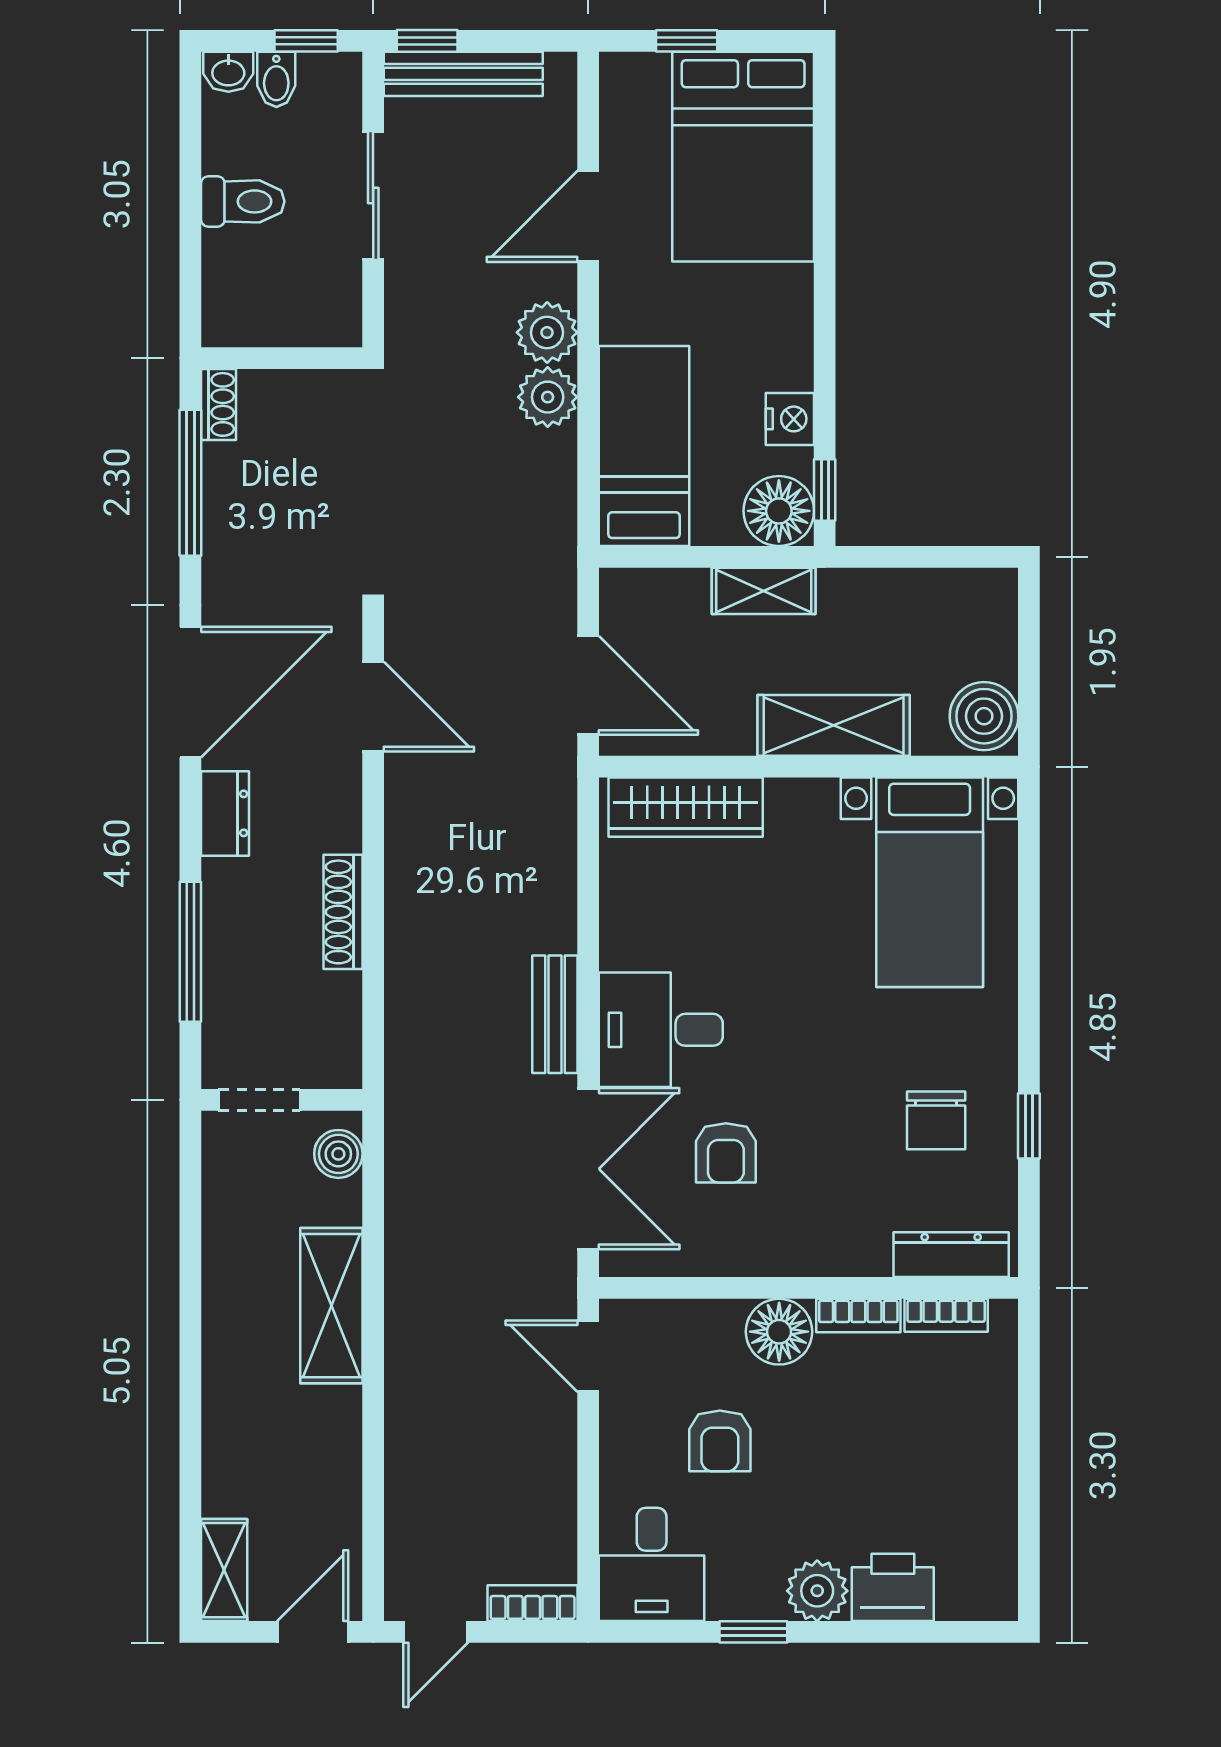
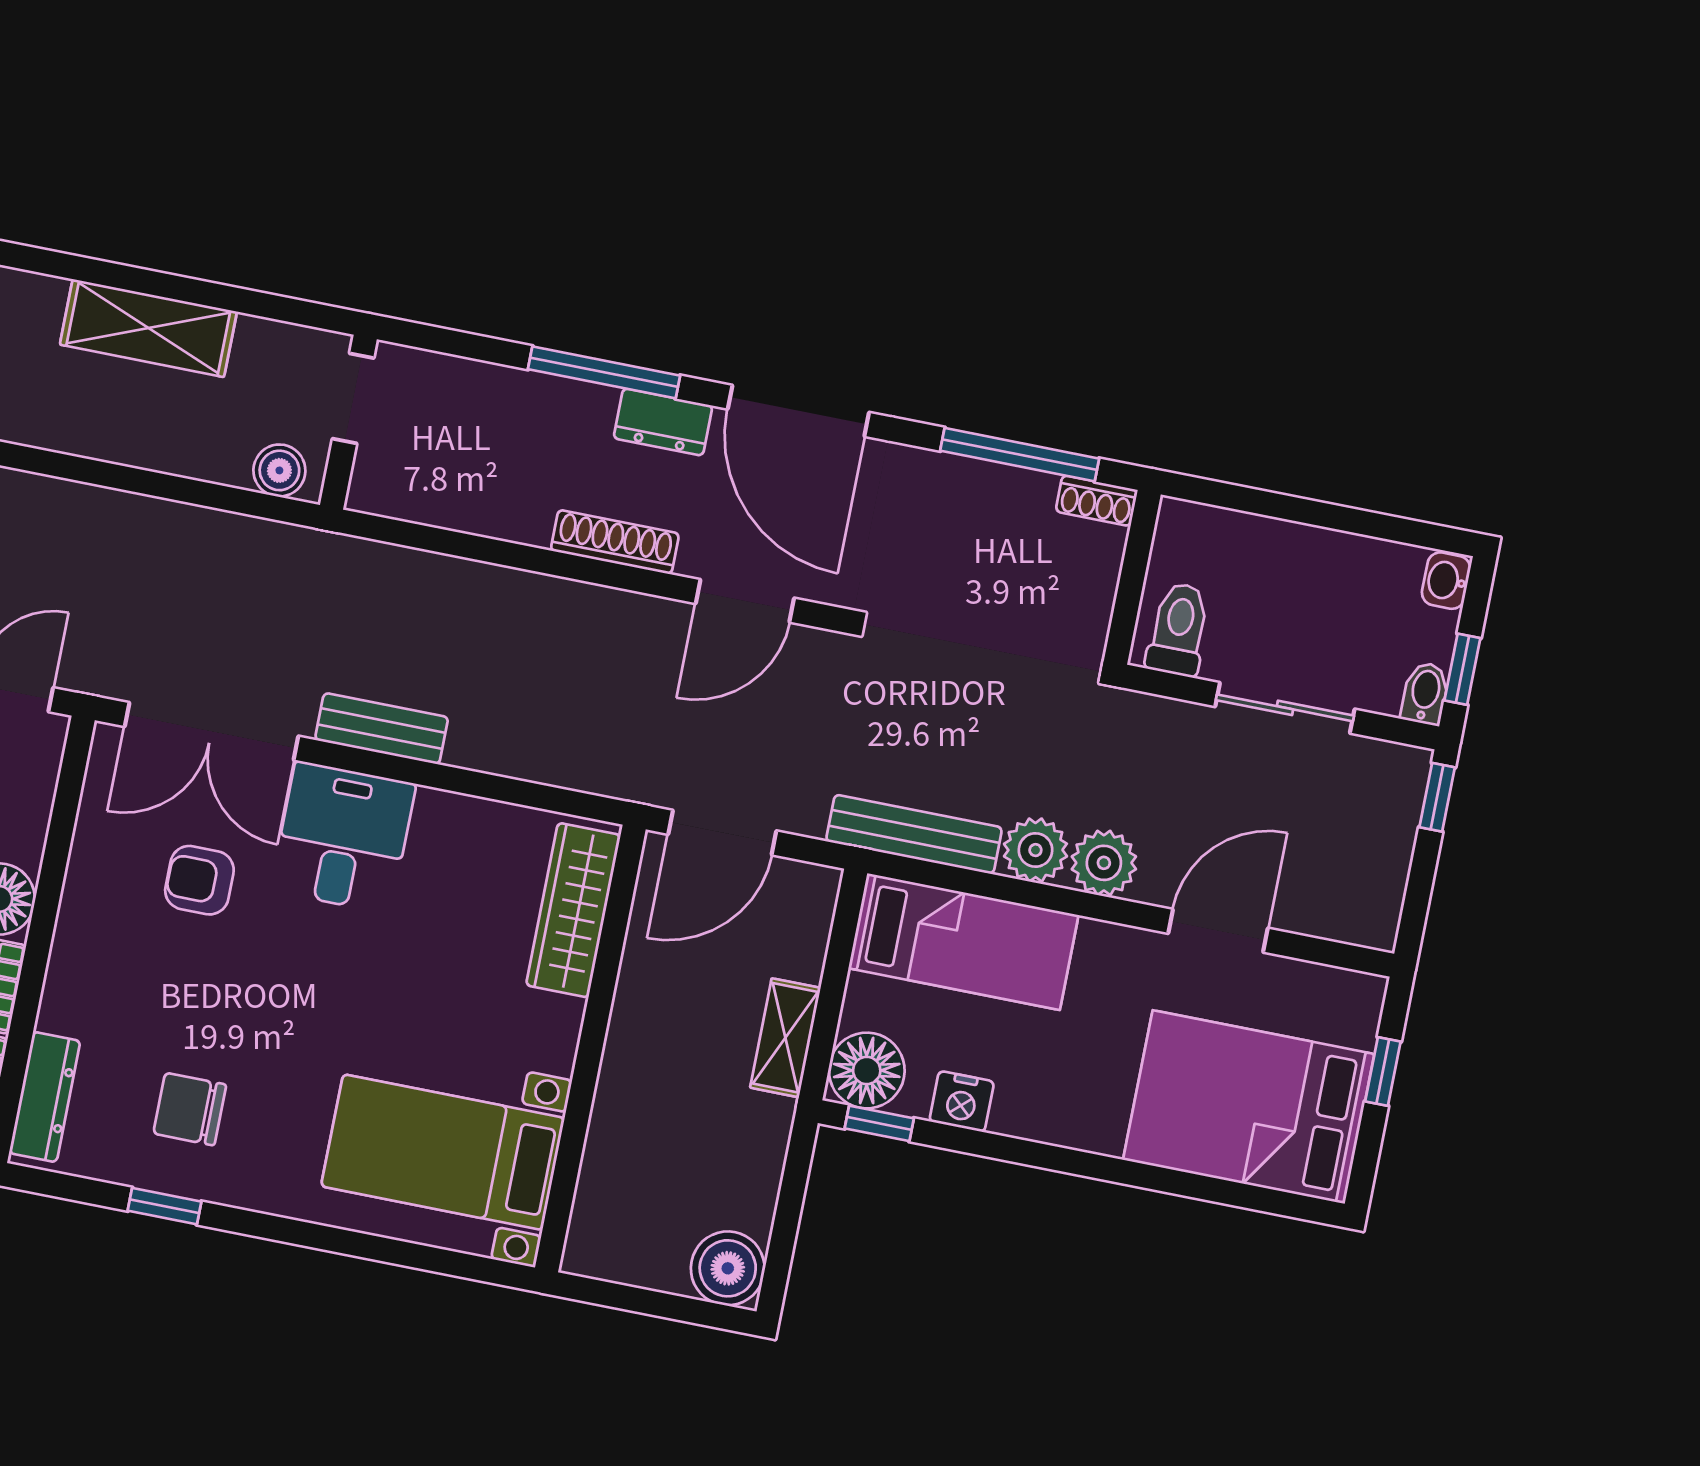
bench: (463, 74) -> (914, 834), moved, turned 90
bidet: (276, 79) -> (1425, 693), moved, turned 90
toilet: (243, 201) -> (1178, 629), moved, turned 180
door: (588, 216) -> (1218, 931), hinge flipped
boiler: (984, 716) -> (728, 1268), moved
shelving: (834, 725) -> (629, 1084), removed
shoe rack: (343, 912) -> (615, 542), moved
window: (190, 952) -> (604, 372), moved
shelving: (331, 1306) -> (148, 328), moved

